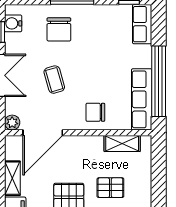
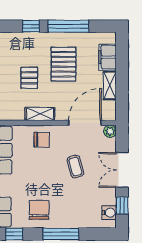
chair: (59, 29) -> (39, 210), moved
shelving: (122, 143) -> (40, 114), moved
pallet: (110, 188) -> (29, 78), turned 90

